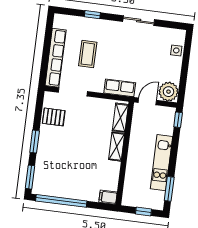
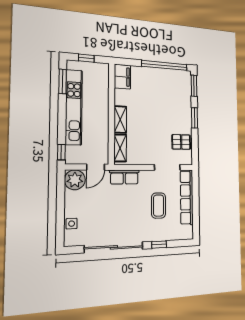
sliding door: (139, 21) -> (114, 247), width x1.86
kitchen unit: (161, 163) -> (74, 107), width x1.36
filing cabinet: (108, 197) -> (122, 77), width x2.00

